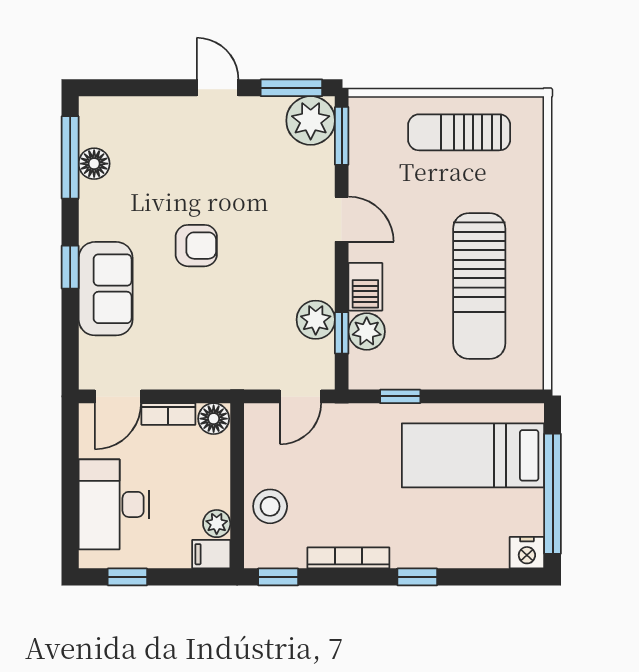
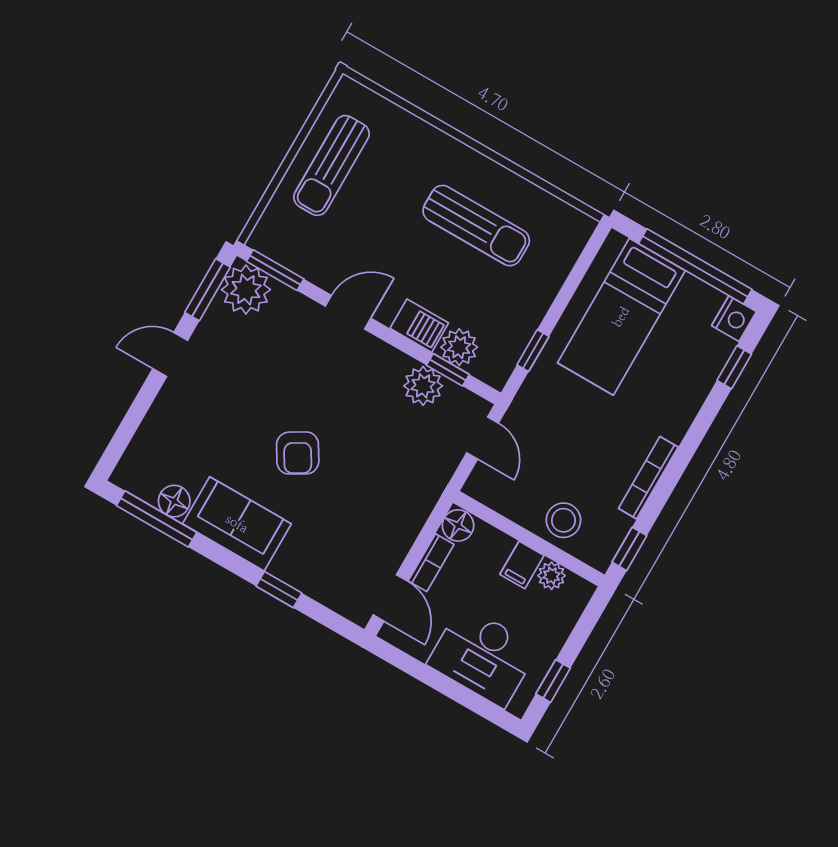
armchair: (196, 246) -> (298, 453), turned 149
window: (70, 267) -> (279, 590), moved
sun lounger: (479, 286) -> (476, 226), width x0.73, depth x0.75
sofa: (106, 289) -> (237, 524), moved
filing cabinet: (211, 554) -> (522, 565), moved
window: (417, 577) -> (734, 367), moved

